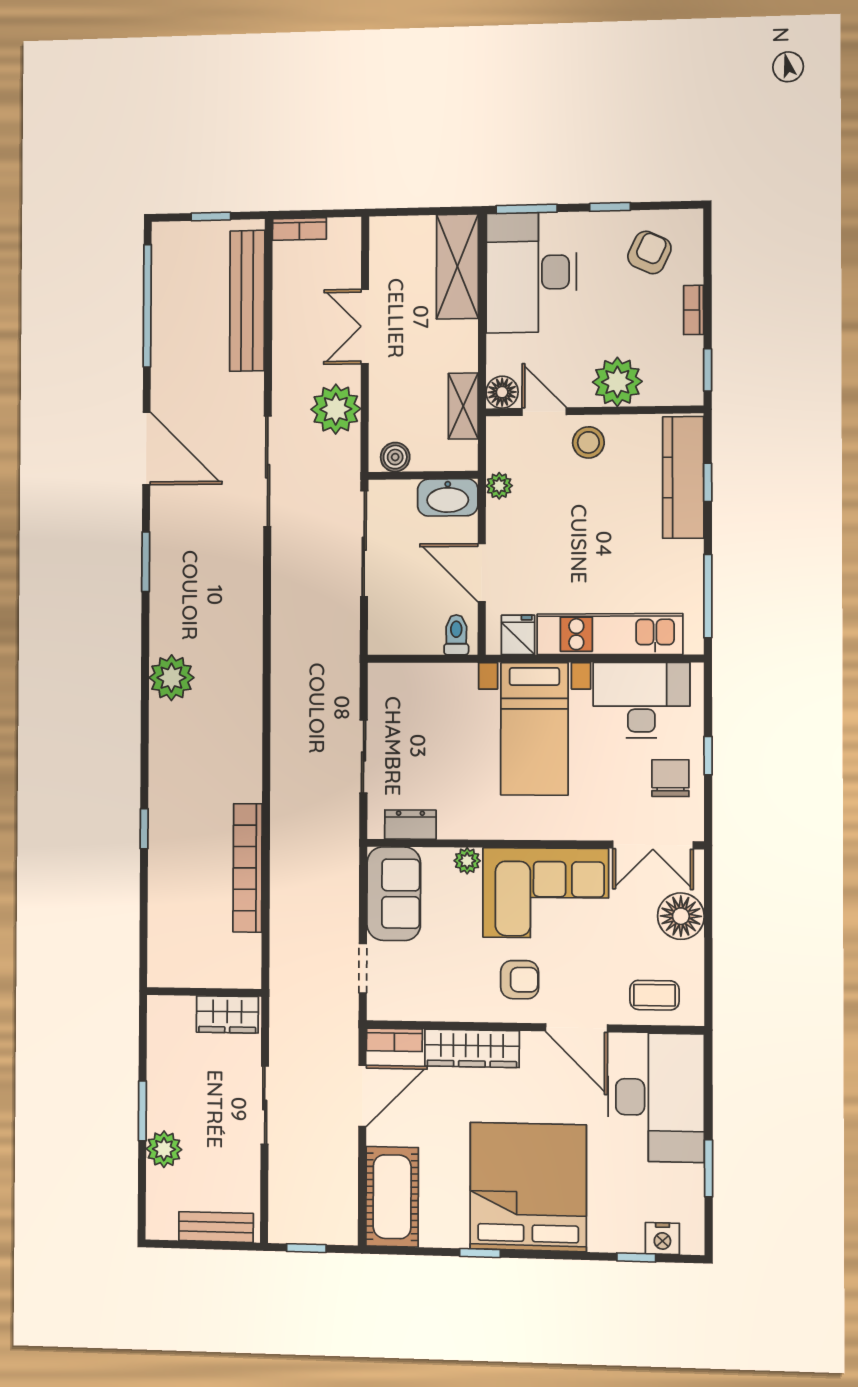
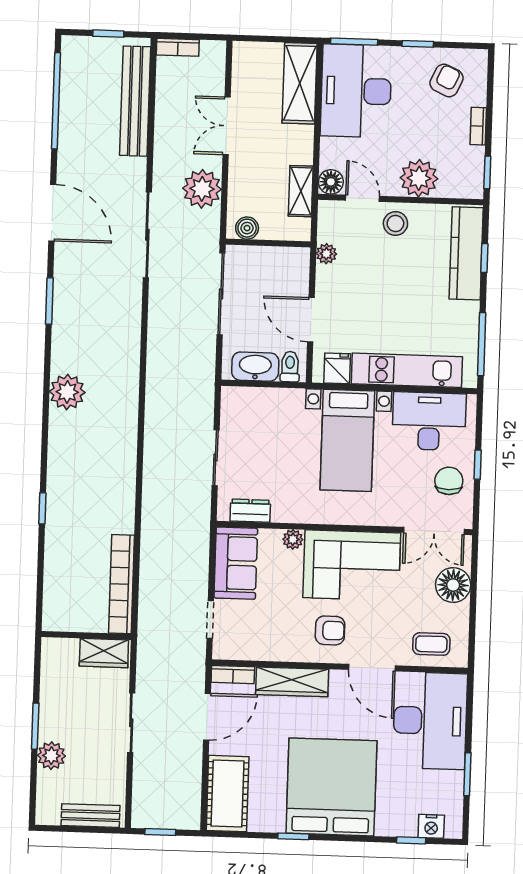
washbasin: (448, 497) -> (255, 367), moved, turned 180
bookcase: (248, 868) -> (122, 584), moved

